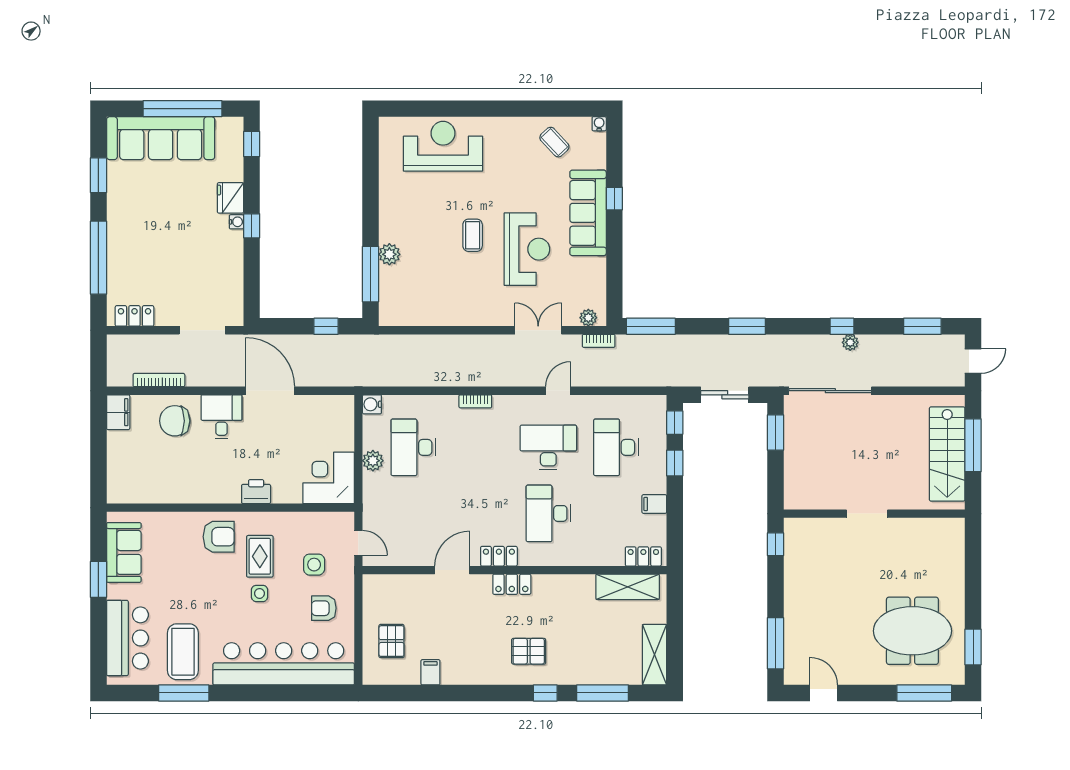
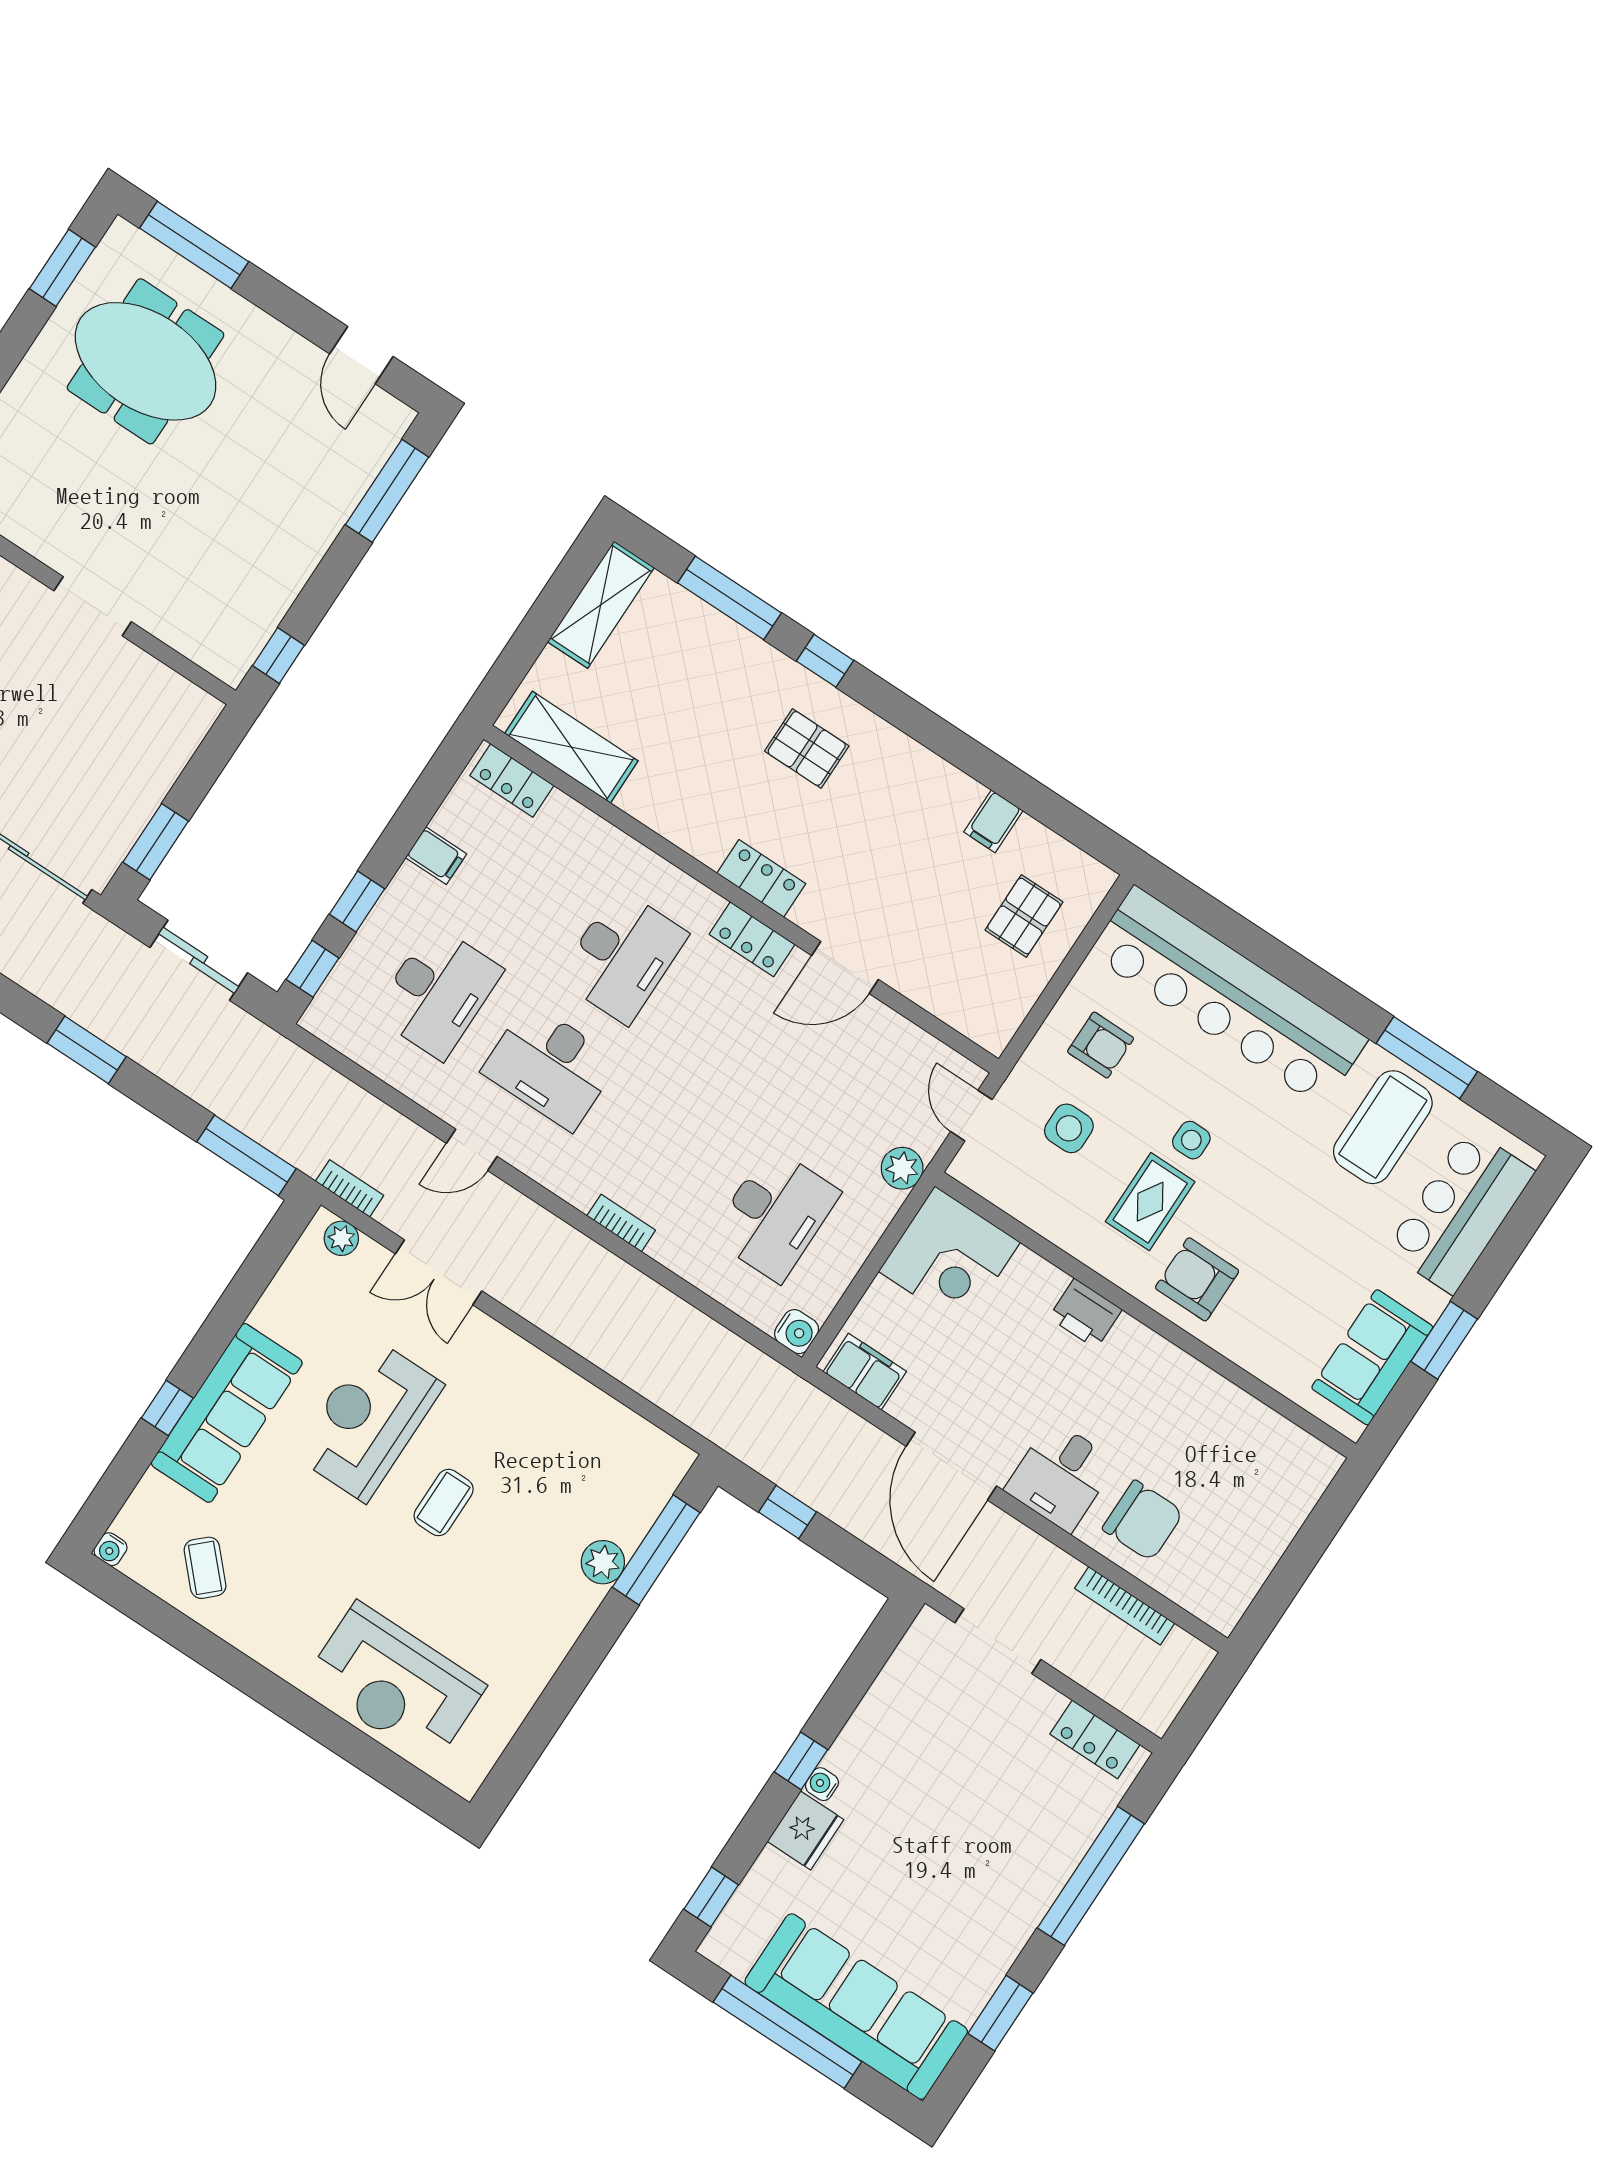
filing cabinet: (118, 412) -> (865, 1372), moved, turned 90
plant: (373, 461) -> (902, 1168), moved

